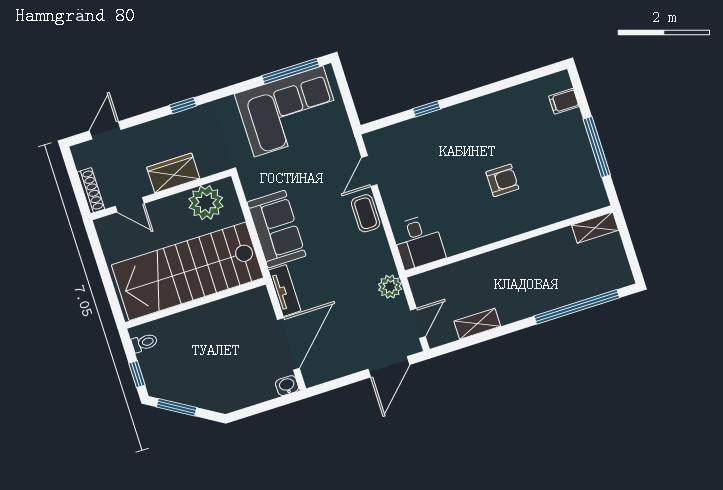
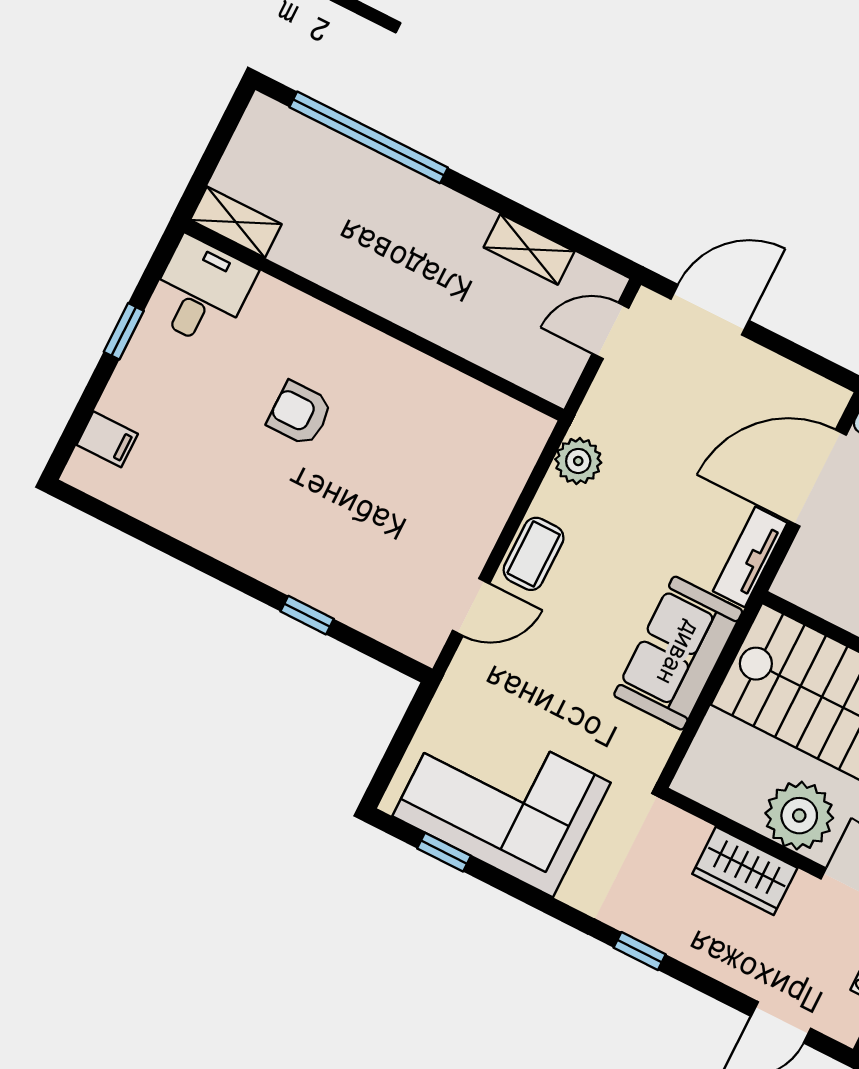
window: (291, 71) -> (444, 852), width x0.46
window: (597, 147) -> (124, 331), width x0.46
plant: (206, 203) -> (799, 816), moved
desk: (418, 242) -> (201, 292), moved
plant: (390, 287) -> (578, 461), moved

